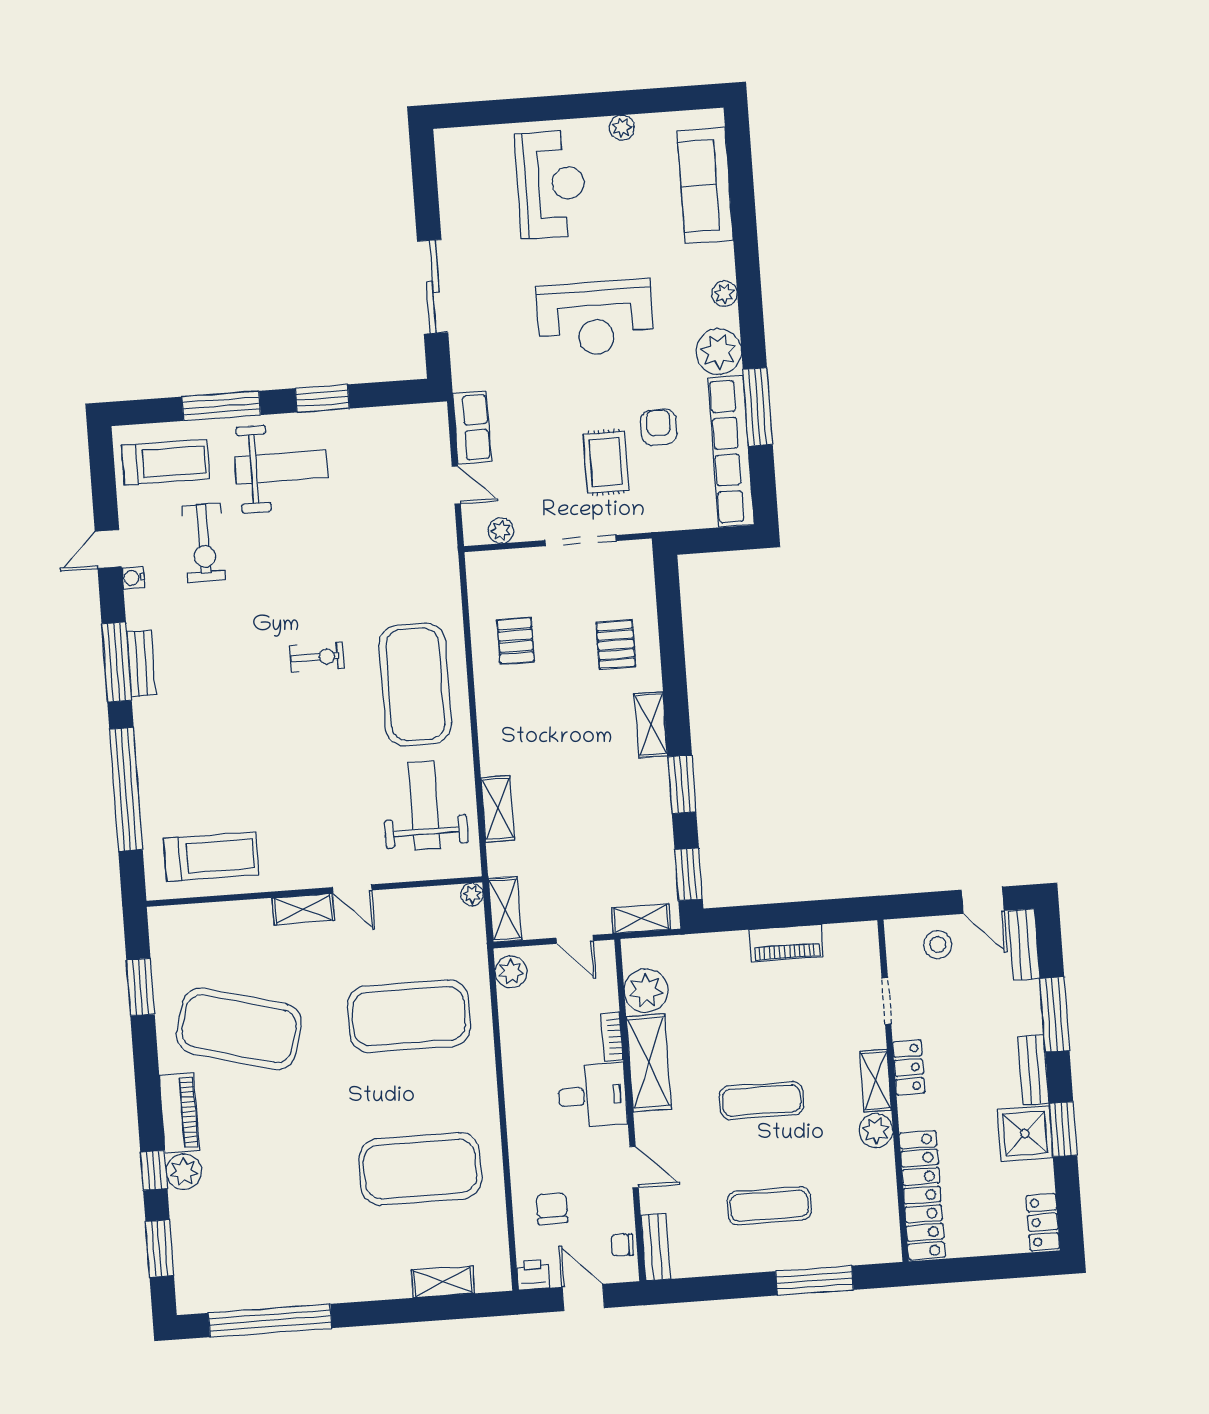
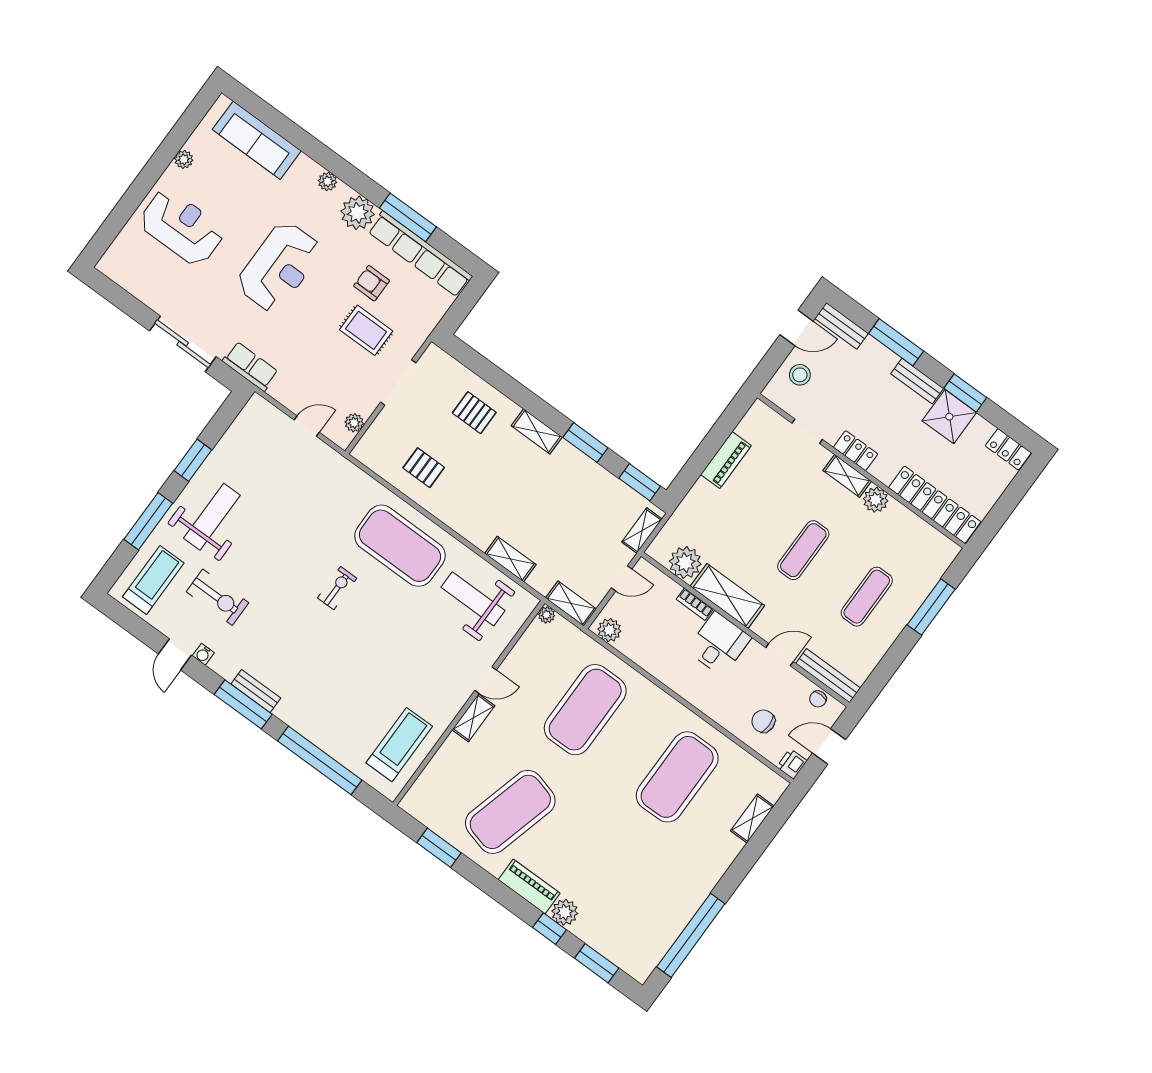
row of seats: (472, 428) -> (250, 366), moved
bench: (656, 1247) -> (828, 676), width x1.36

